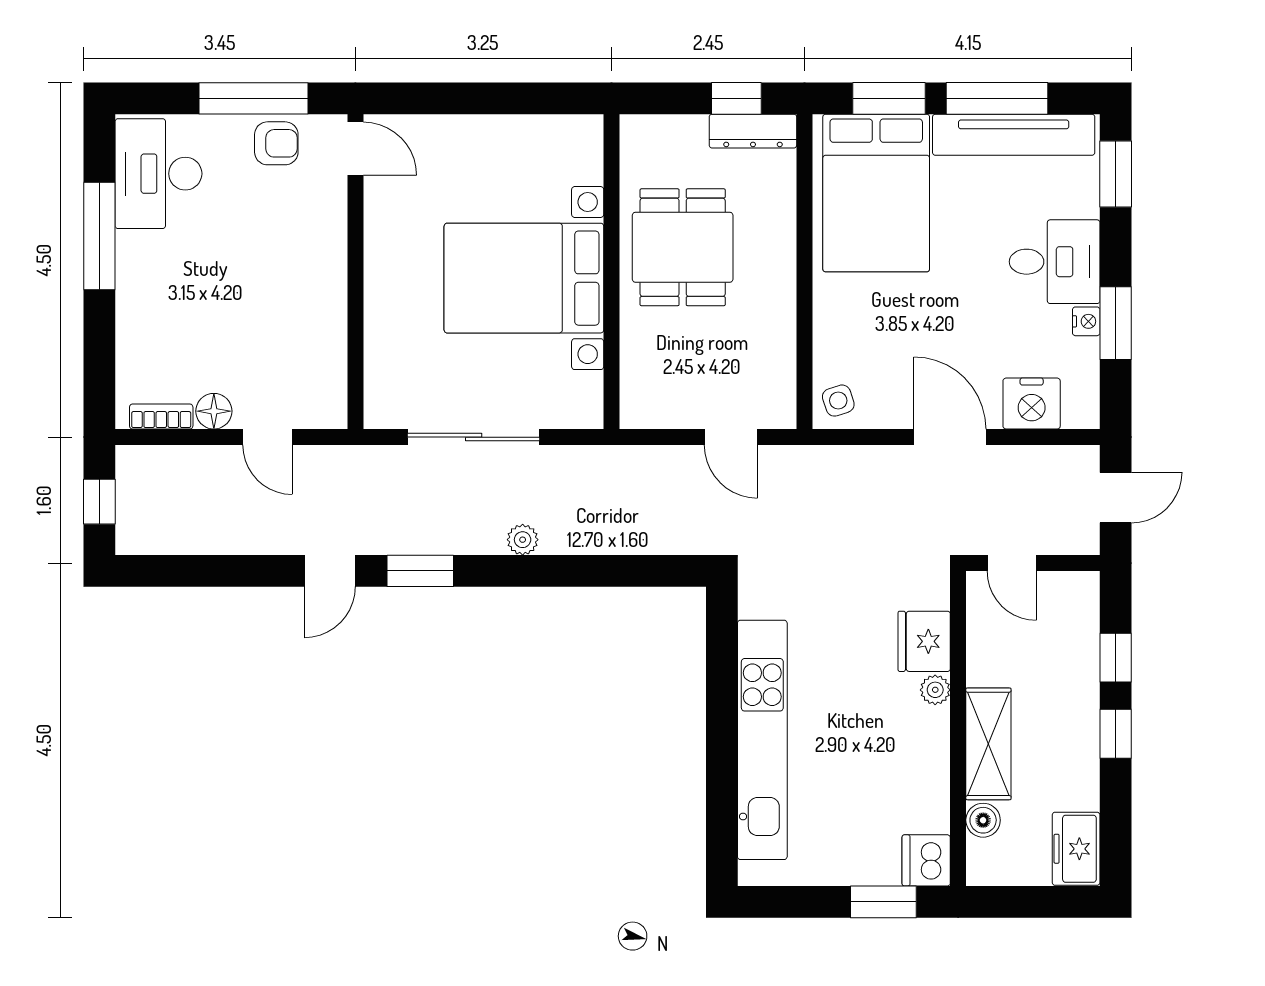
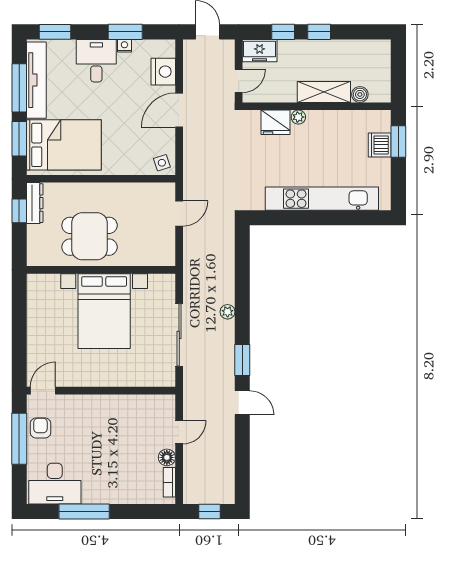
freezer: (1076, 849) -> (260, 51), moved
dishwasher: (926, 860) -> (380, 145), moved, turned 90

